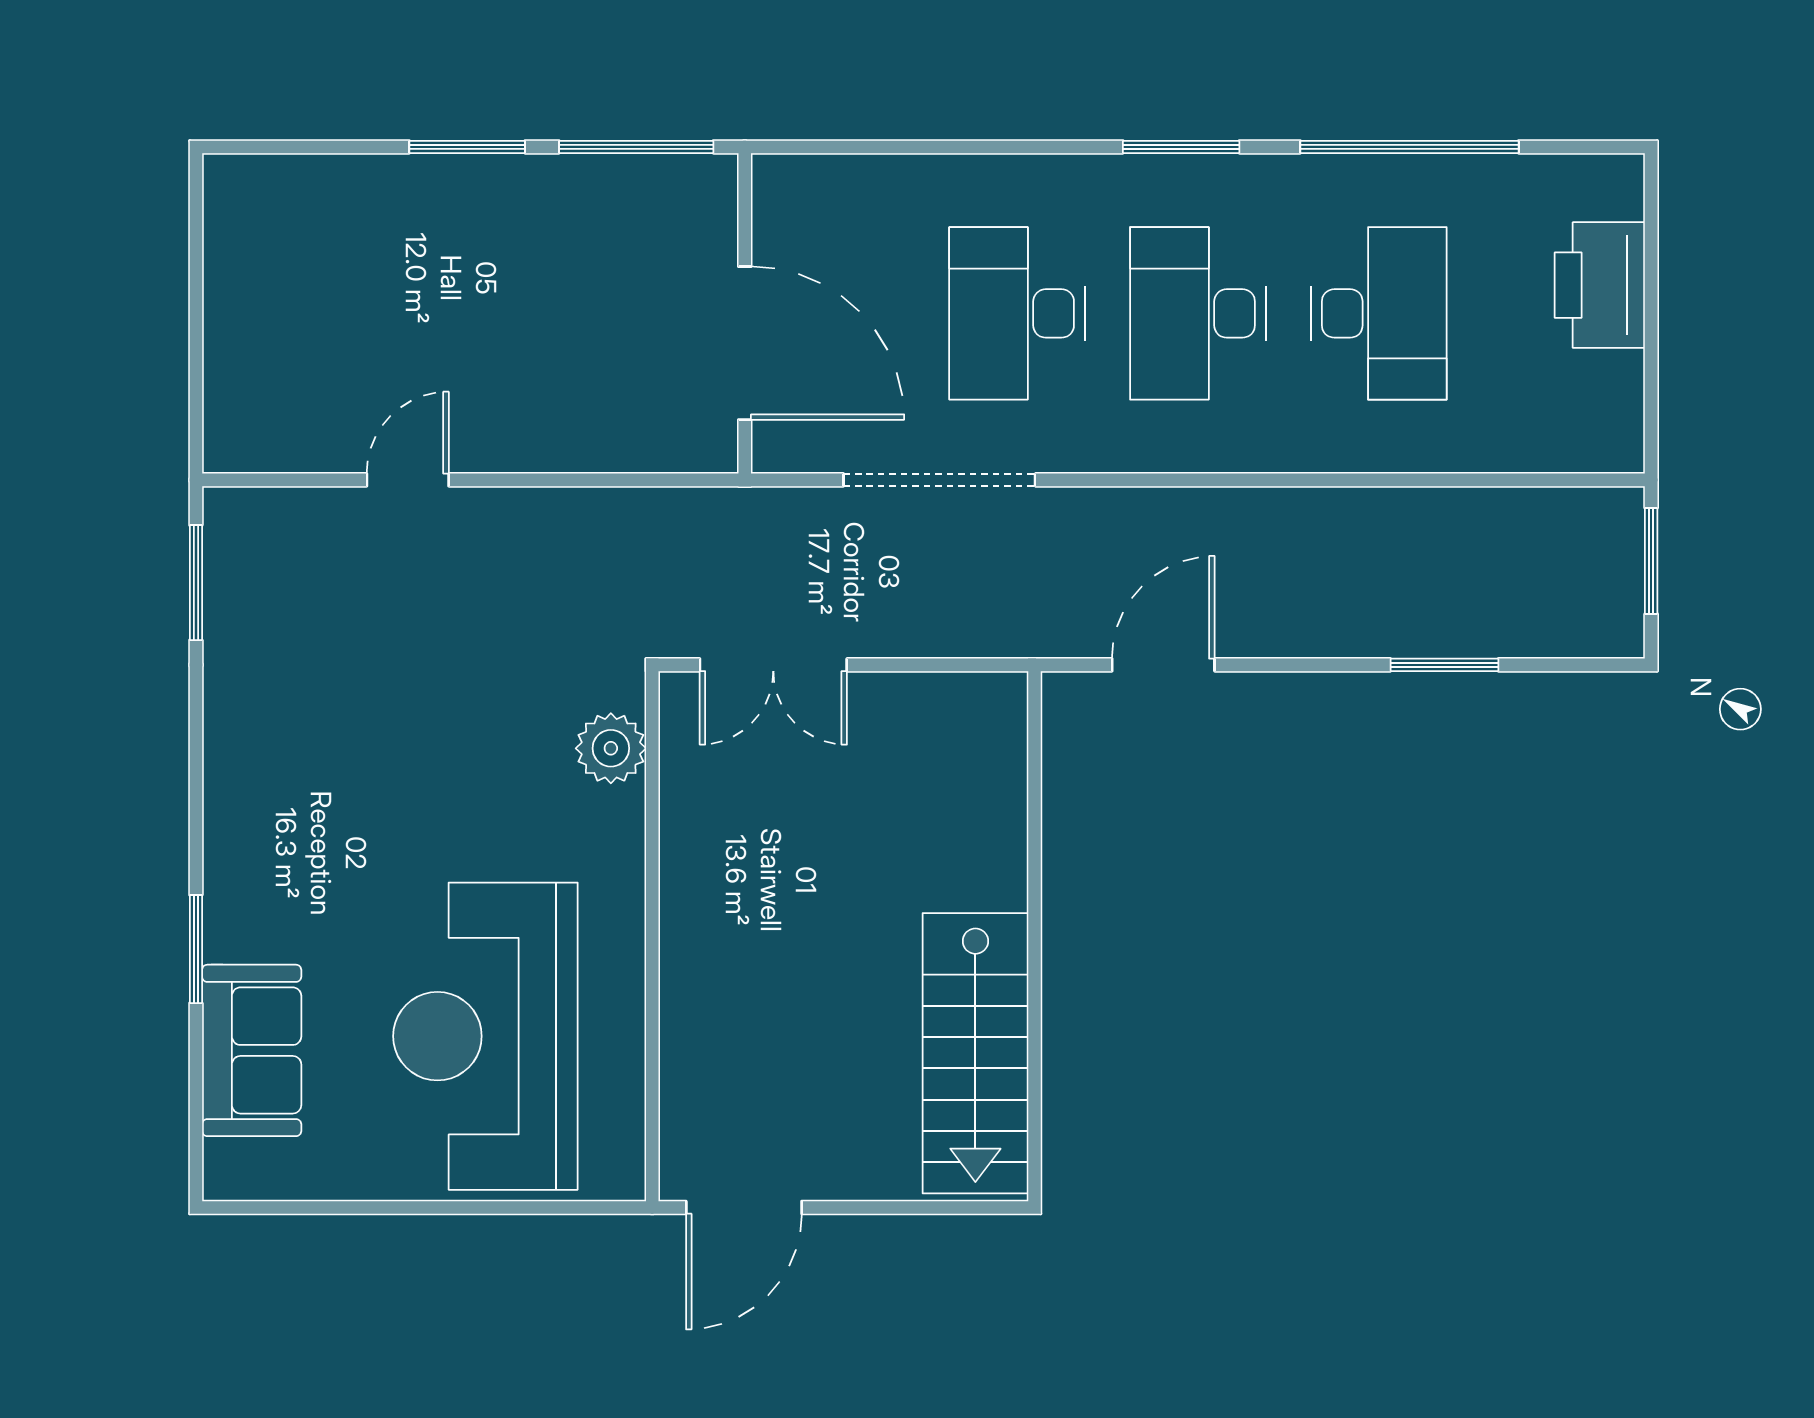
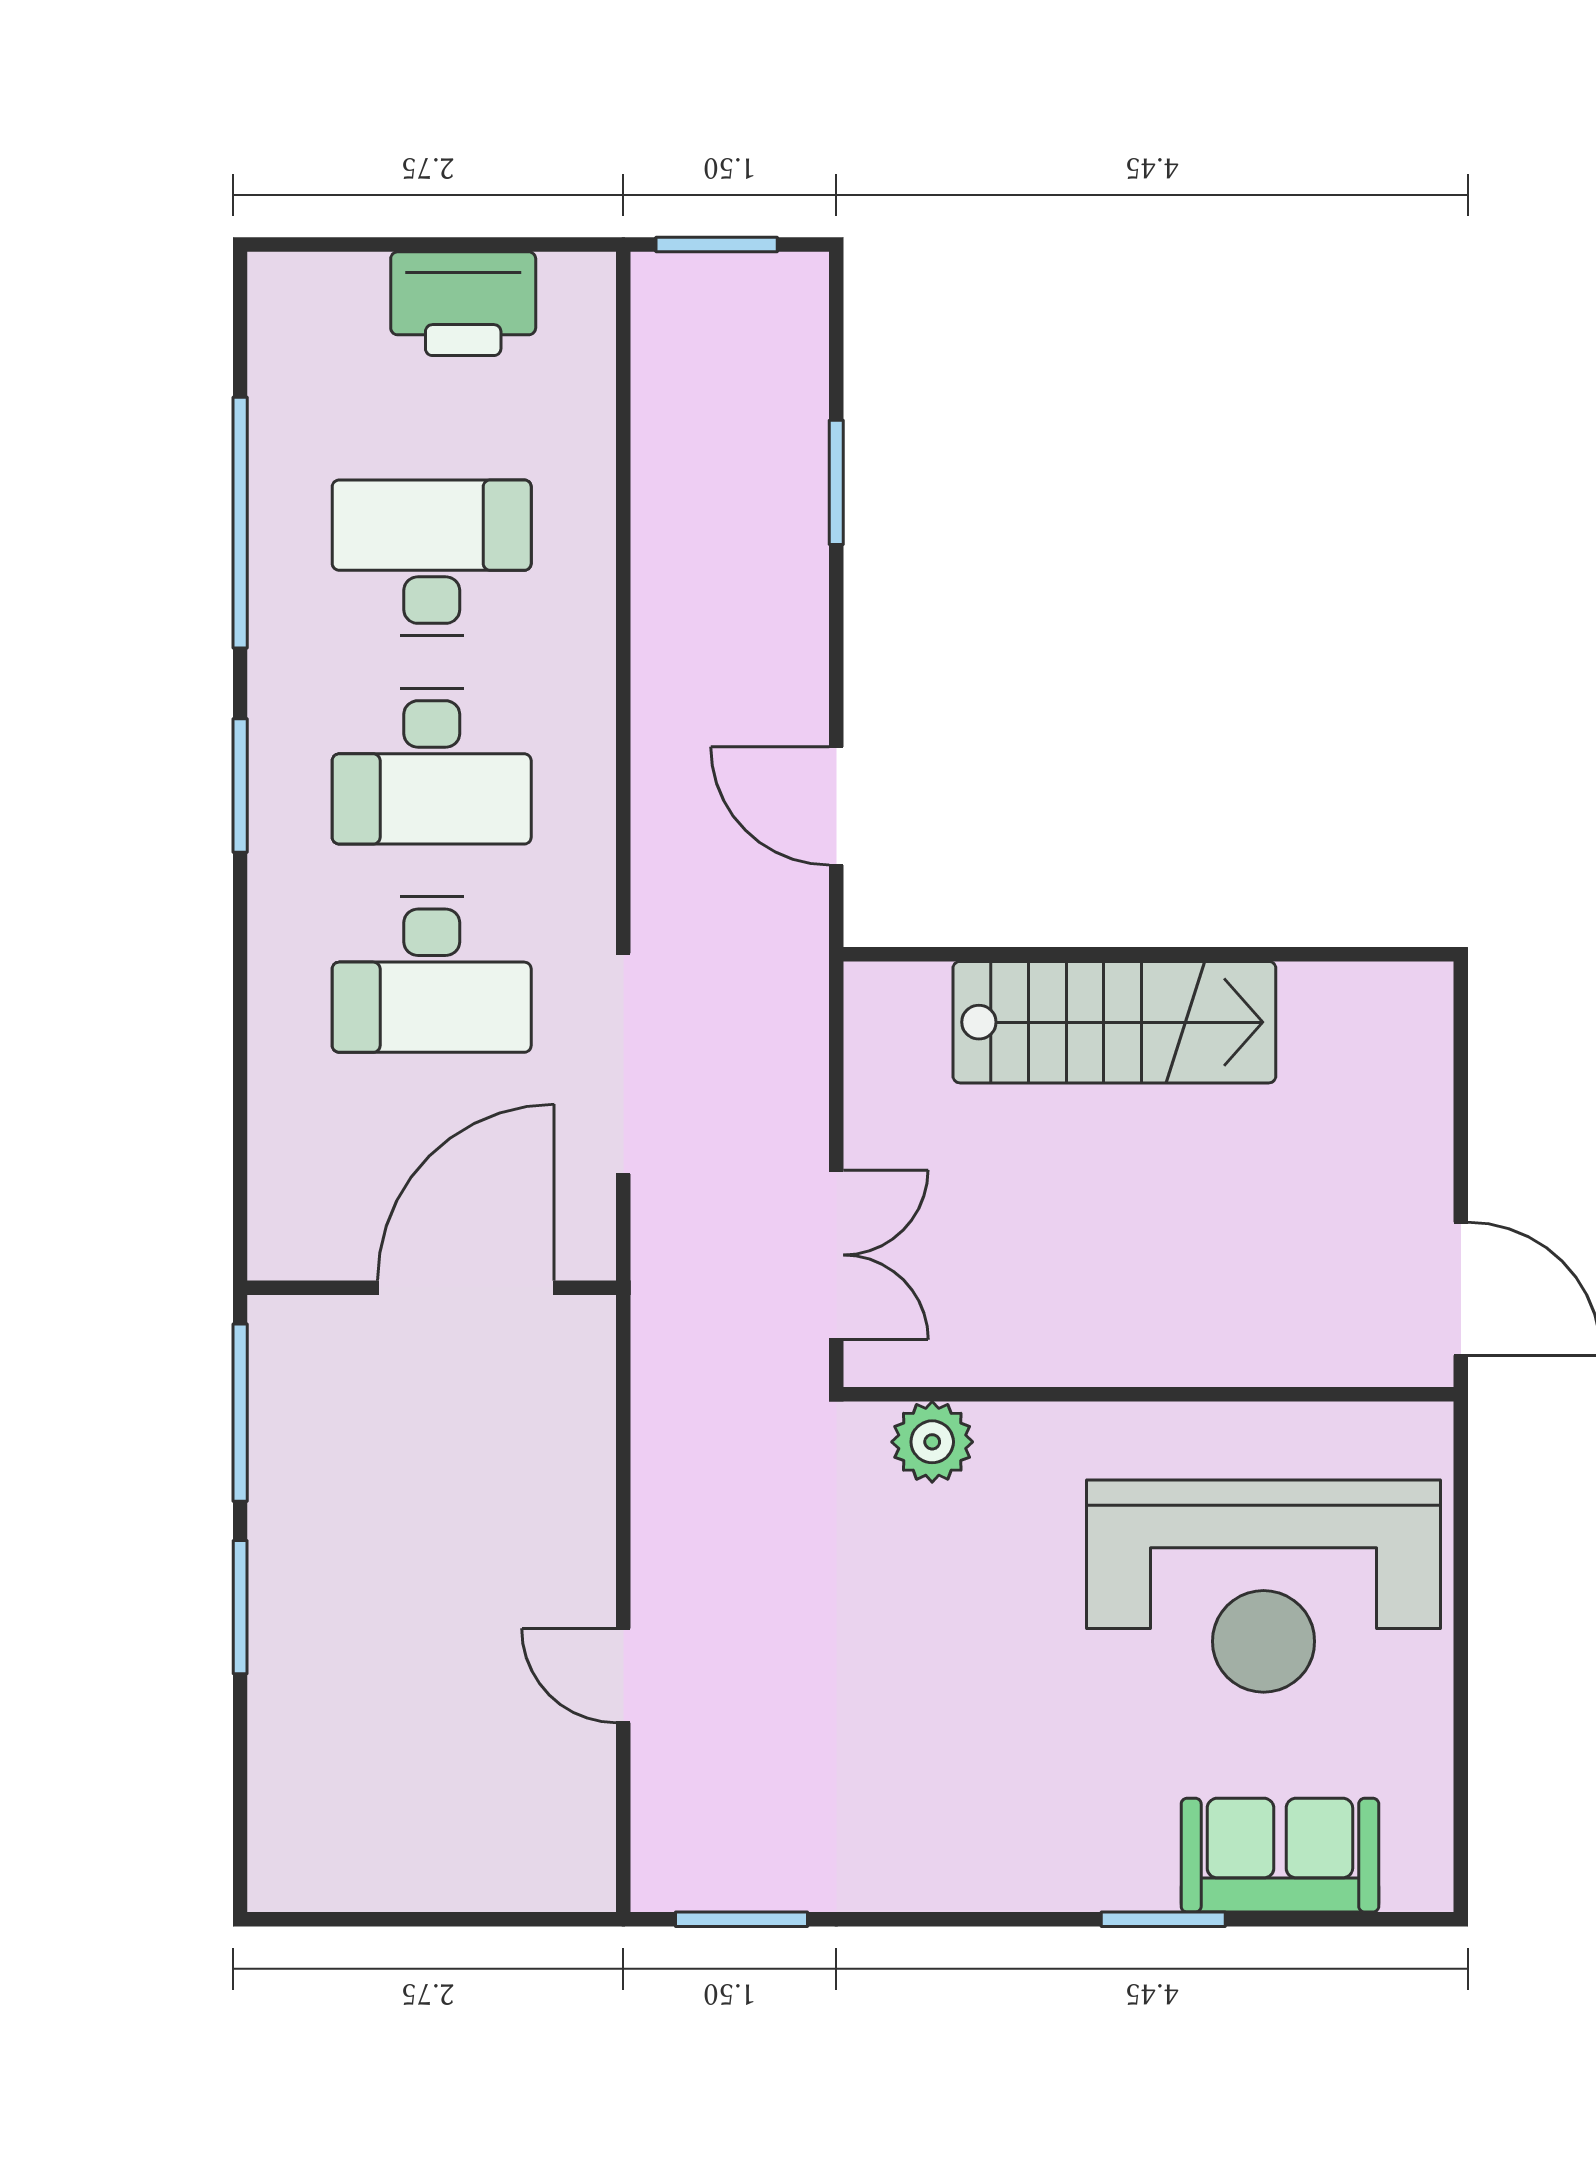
printer: (1600, 285) -> (463, 304), moved
stairs: (975, 1053) -> (1114, 1022), moved

